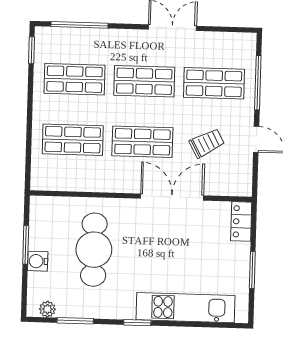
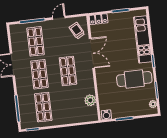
shop shelf: (73, 140) -> (72, 104), removed
trolley: (207, 143) -> (77, 31), moved
plant: (74, 179) -> (90, 100), added
double door: (172, 197) -> (92, 53), swing flipped
cafe table: (94, 250) -> (134, 79), moved
water cooler: (38, 261) -> (106, 115), moved

